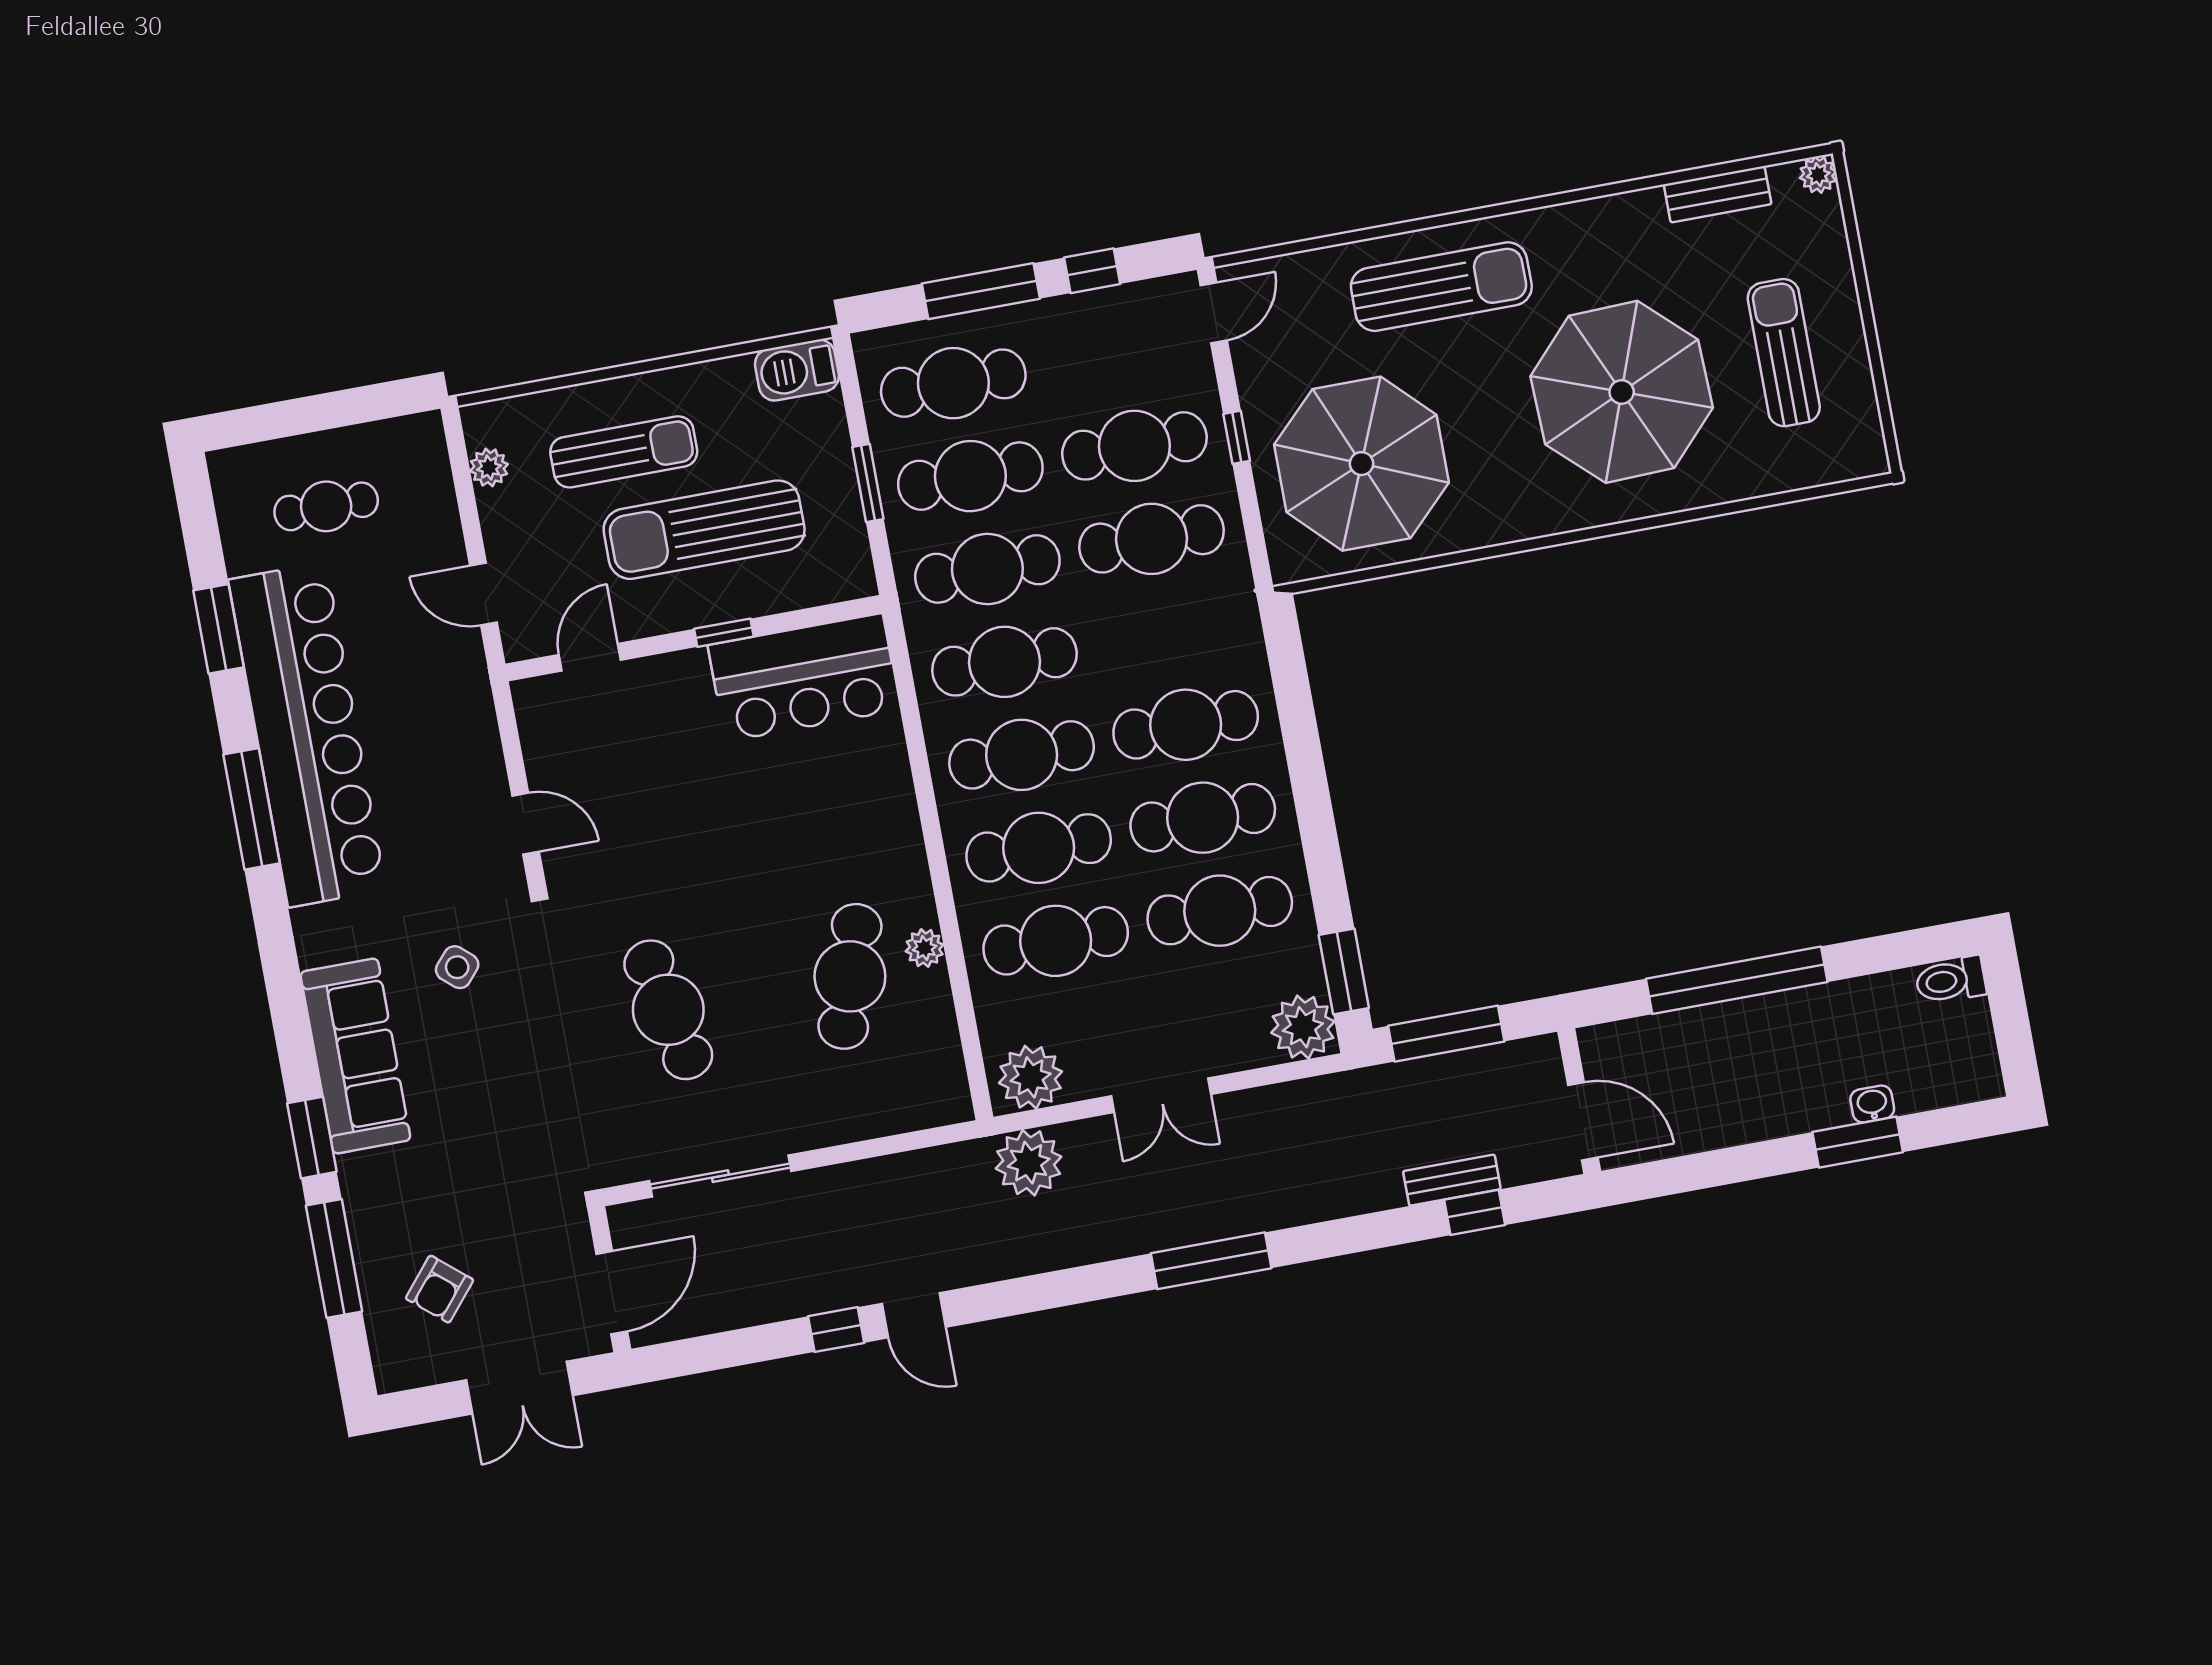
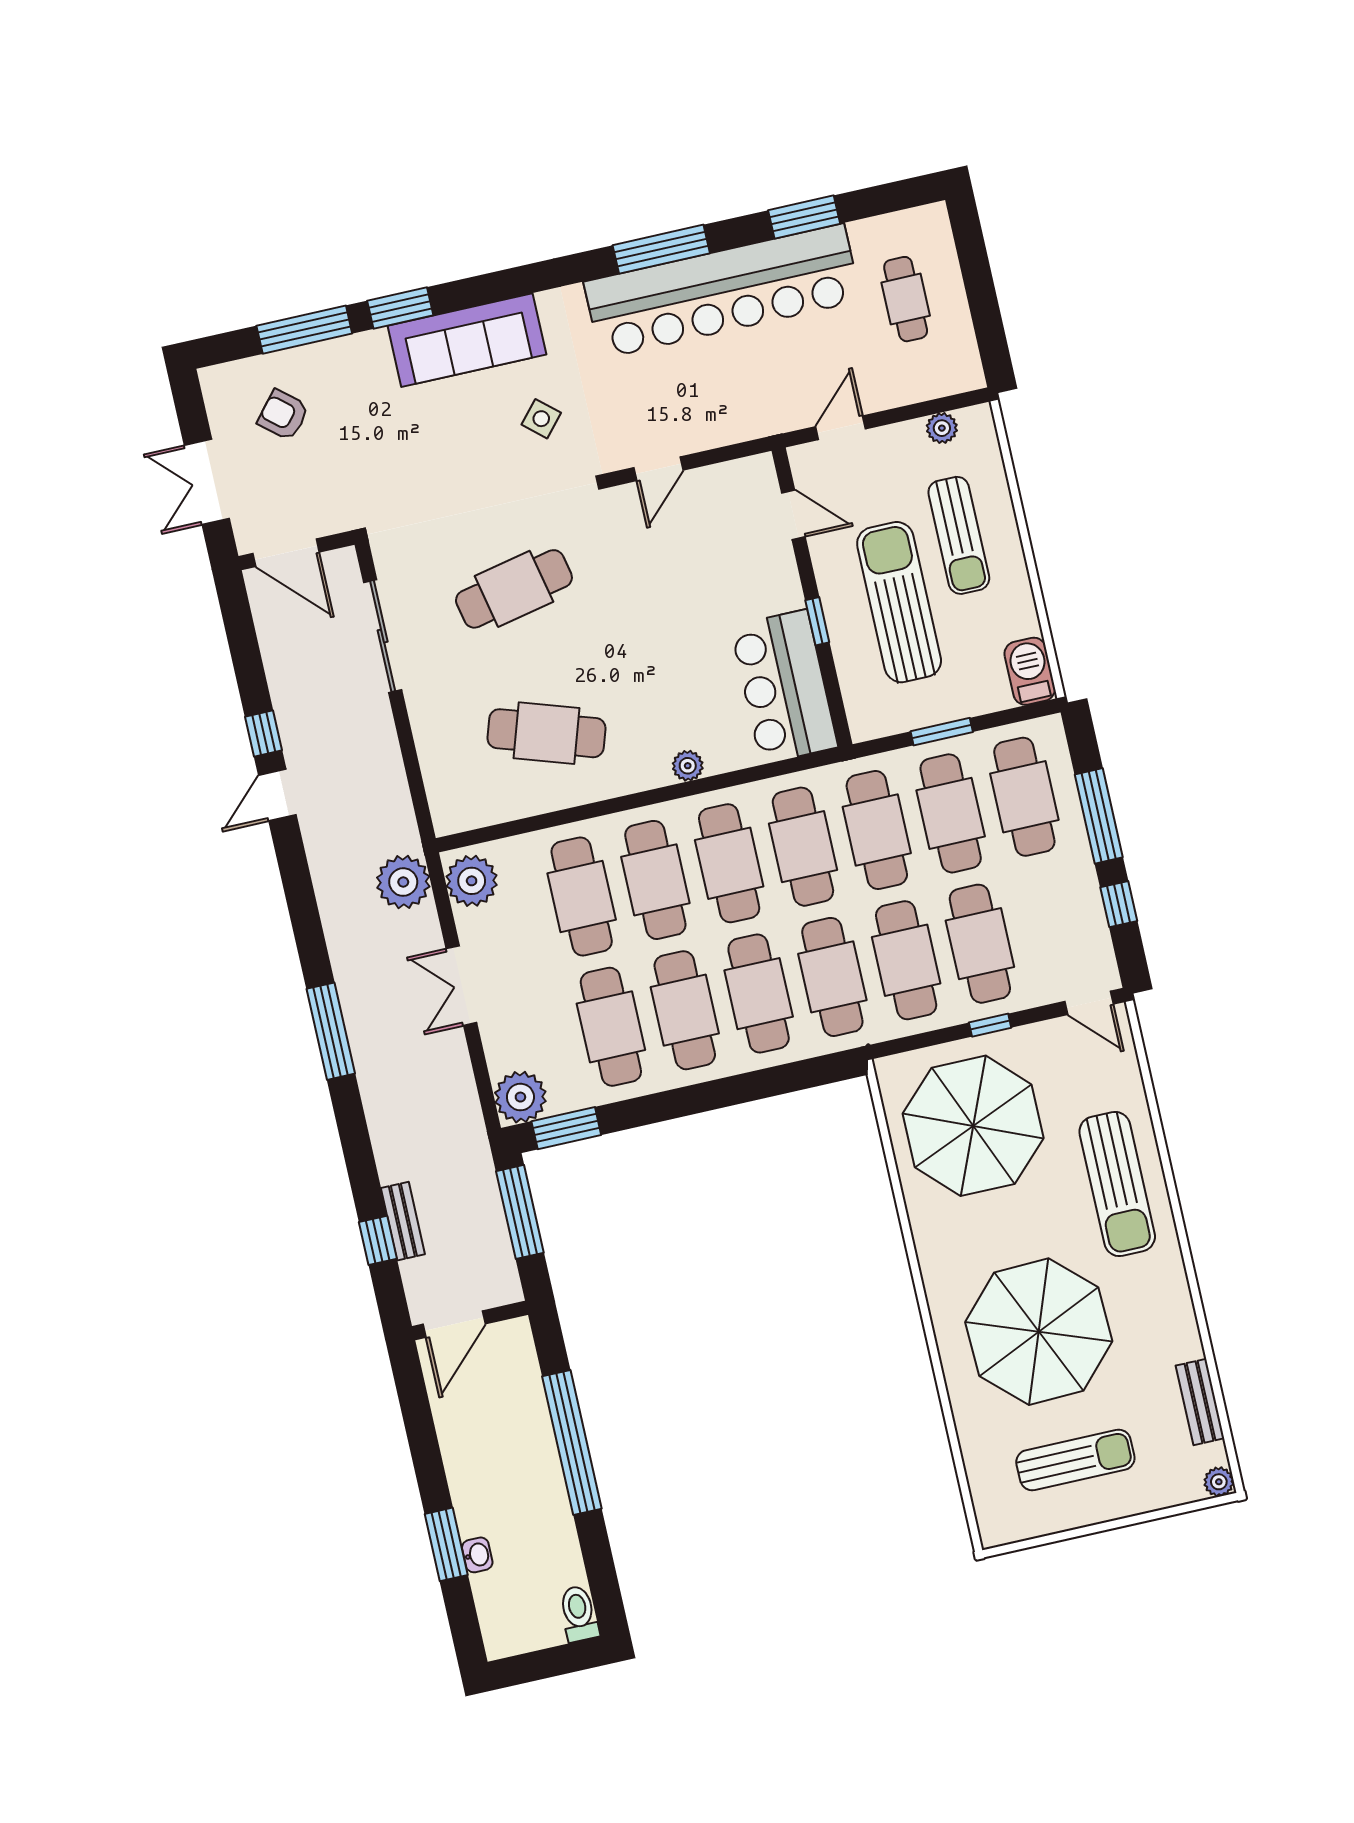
cafe table: (1169, 632) -> (832, 977), added
plant: (925, 948) -> (688, 766), moved

